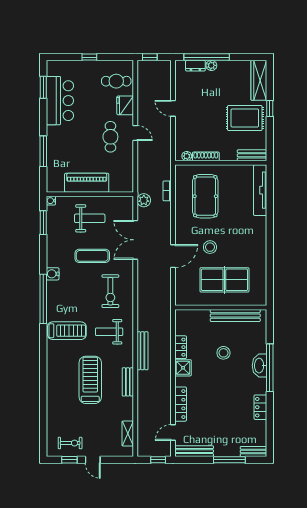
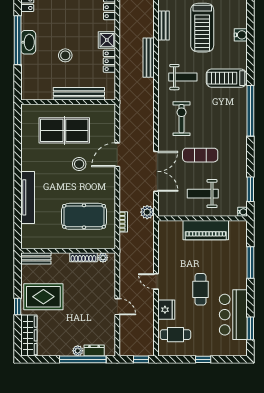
cafe table: (110, 137) -> (200, 289), moved
tv unit: (260, 190) -> (28, 197), moved
pool table: (205, 196) -> (84, 216), turned 90
water cooler: (53, 274) -> (241, 35), moved
bench: (235, 315) -> (79, 94), moved

